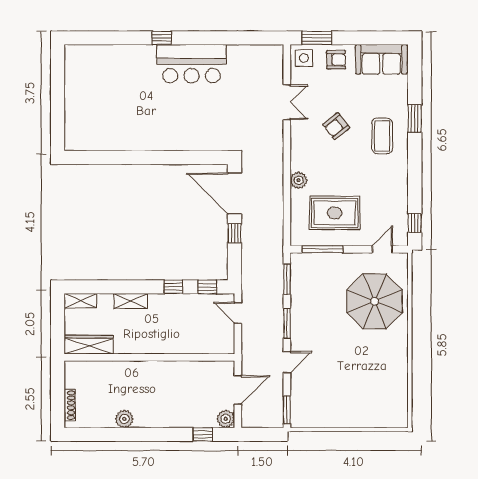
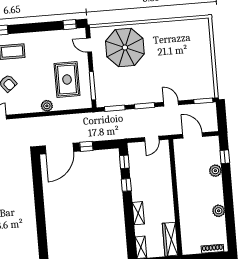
door: (238, 313) -> (152, 139), moved
plant: (226, 419) -> (215, 171), moved

